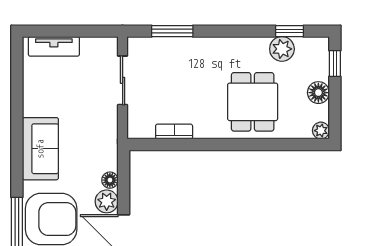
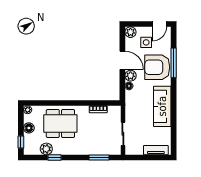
window: (289, 31) -> (55, 158), moved
dining table: (253, 102) -> (60, 124), width x1.38
sofa: (40, 149) -> (162, 106), width x1.36

